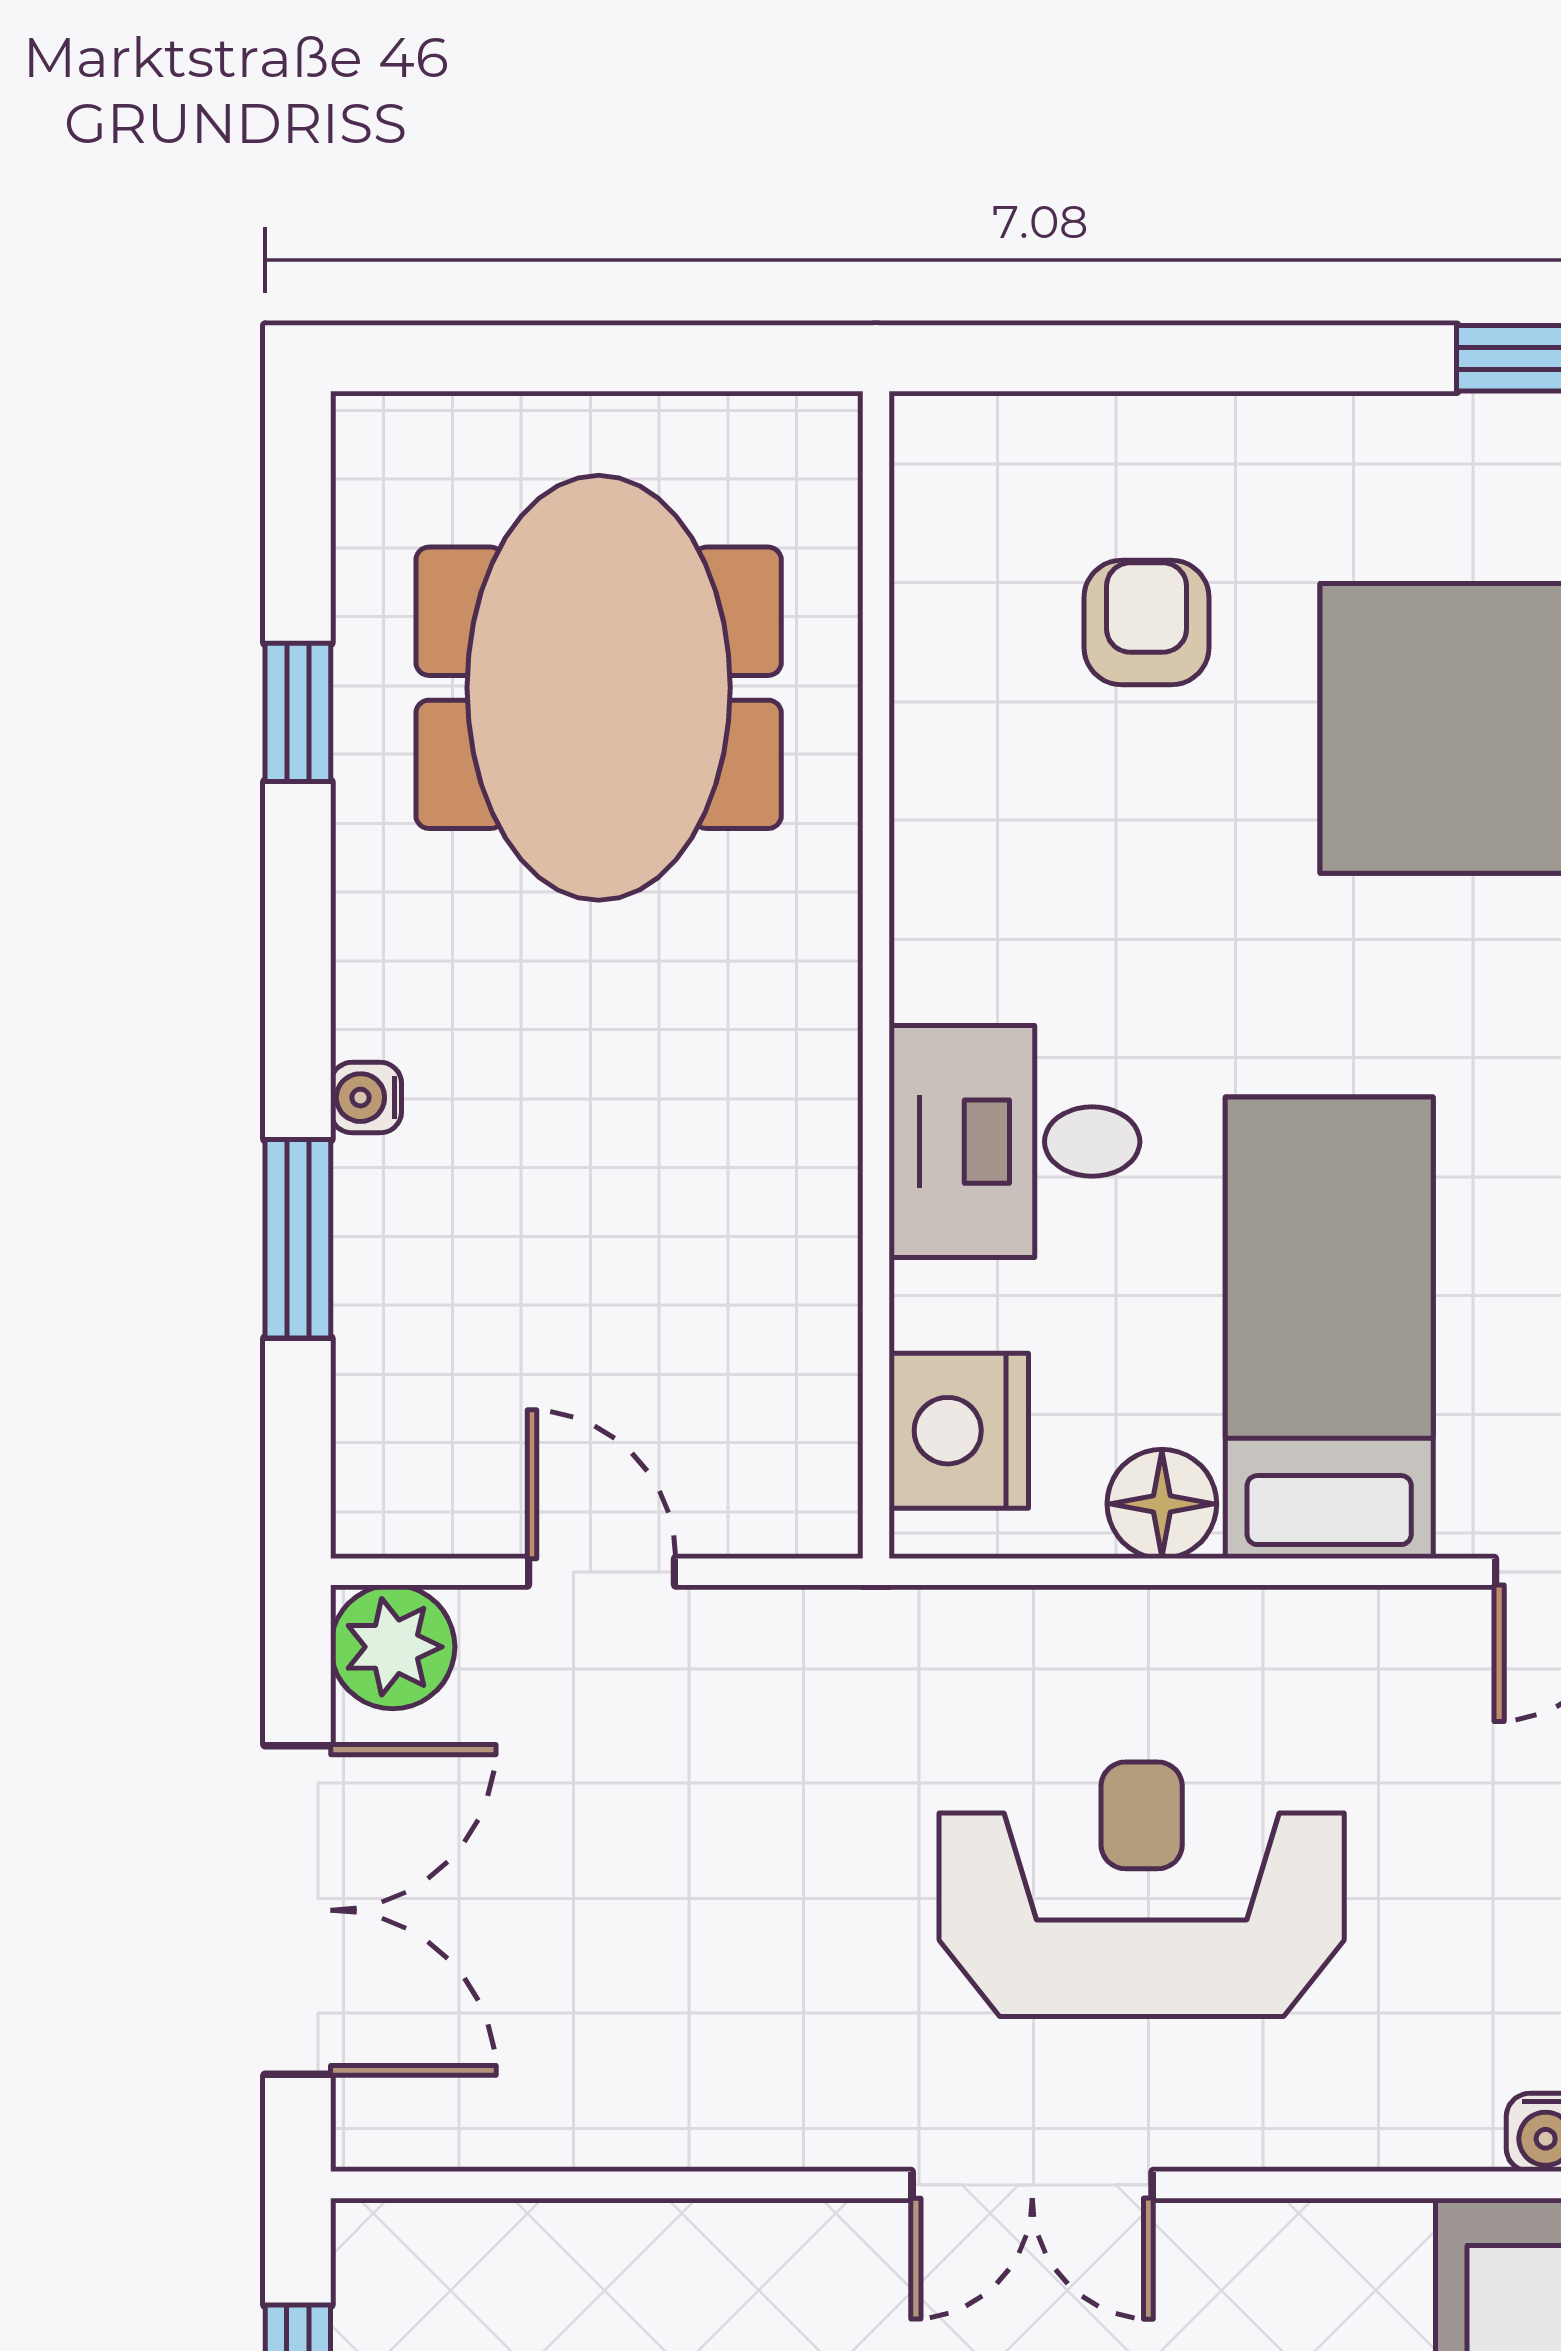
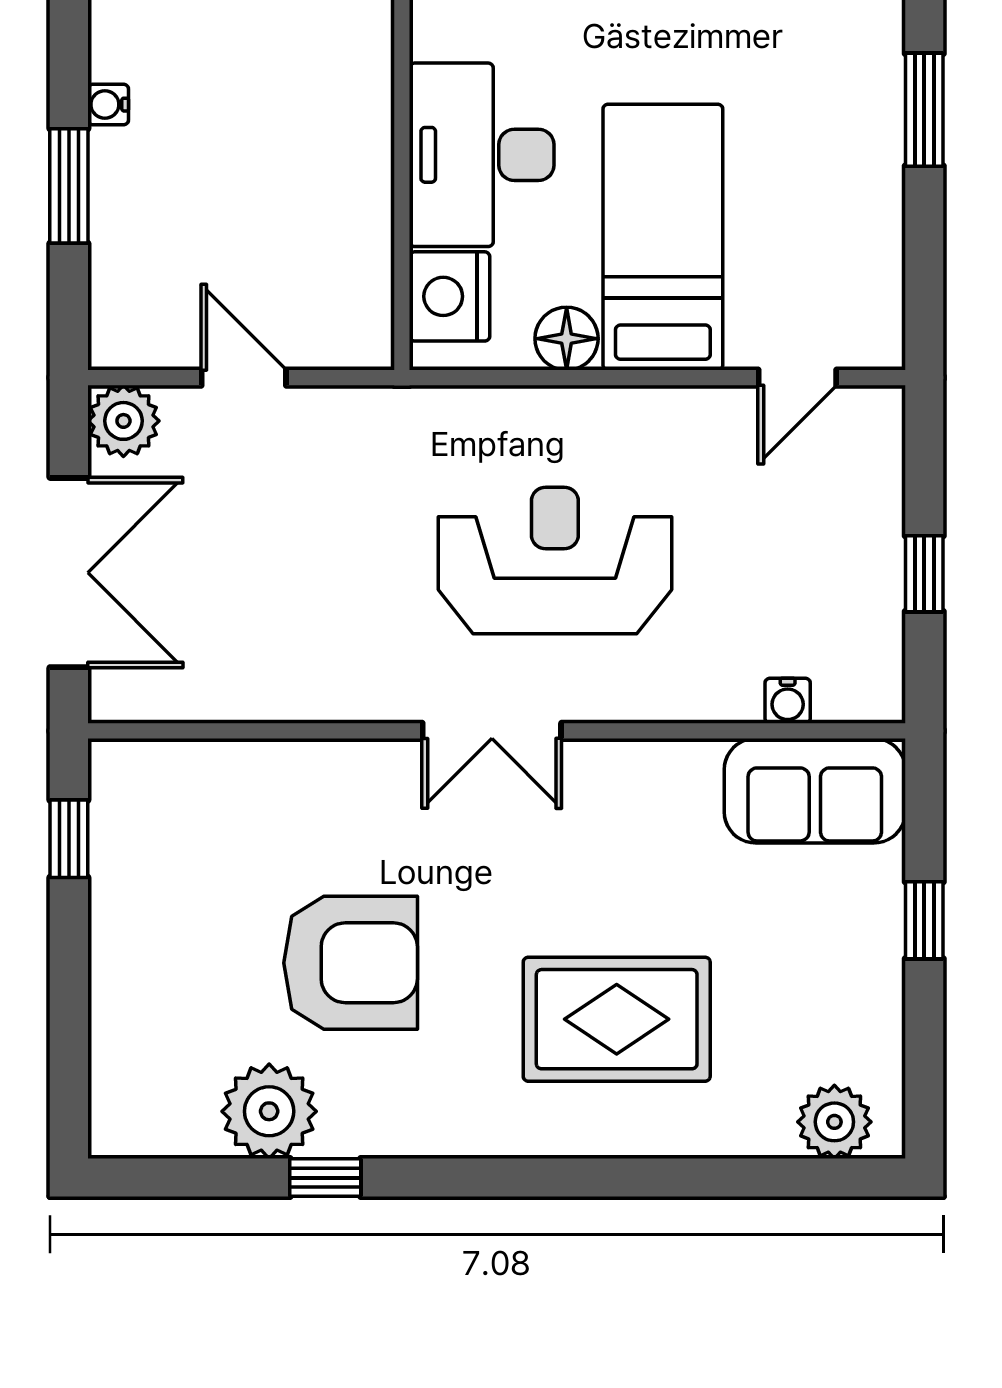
desk: (1014, 1142) -> (482, 155), width x1.37

